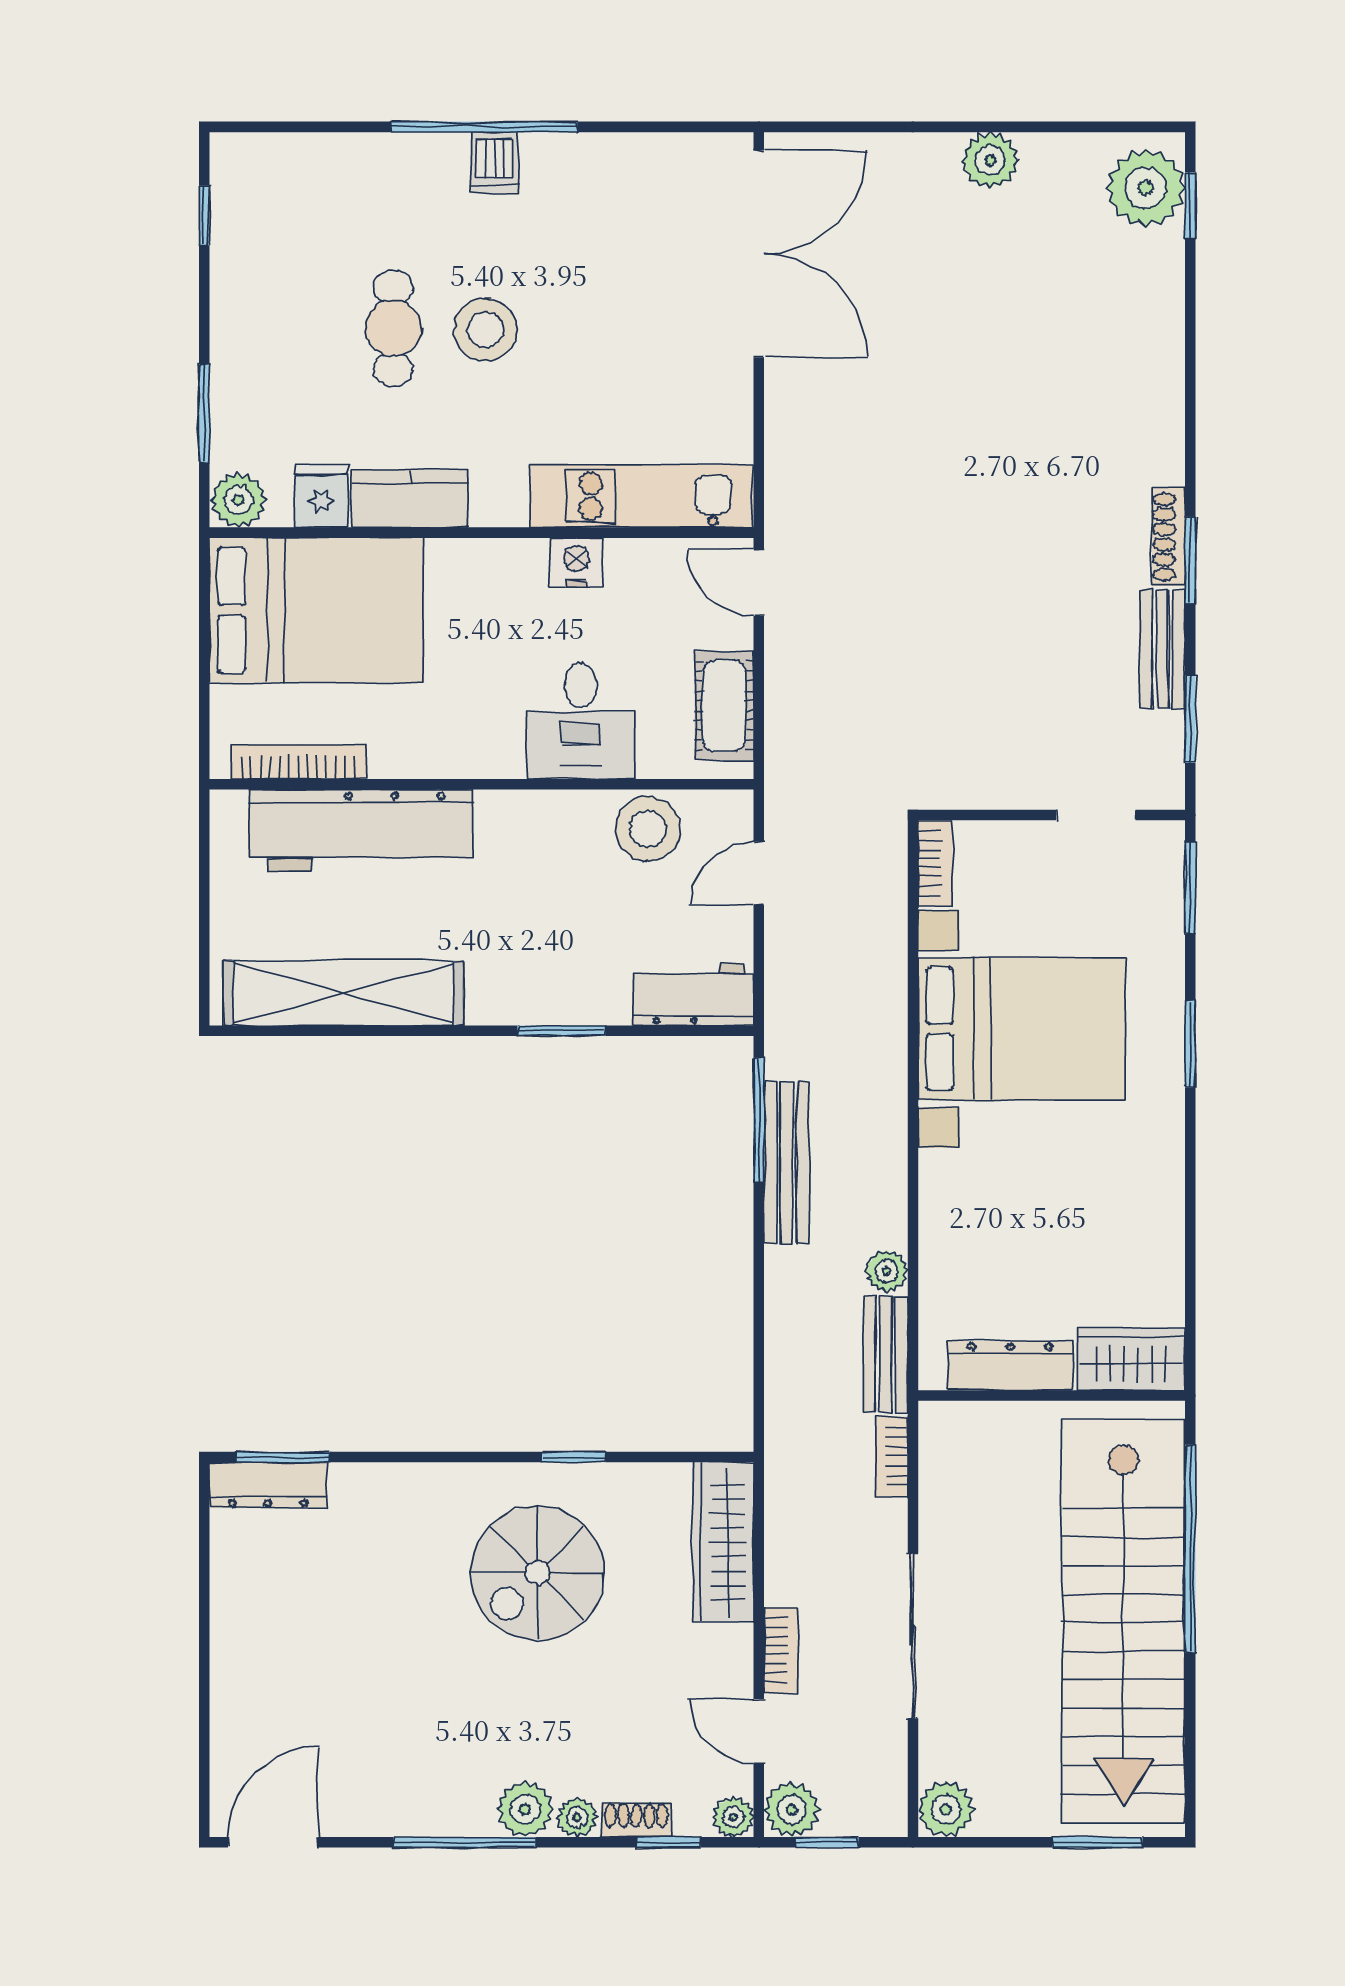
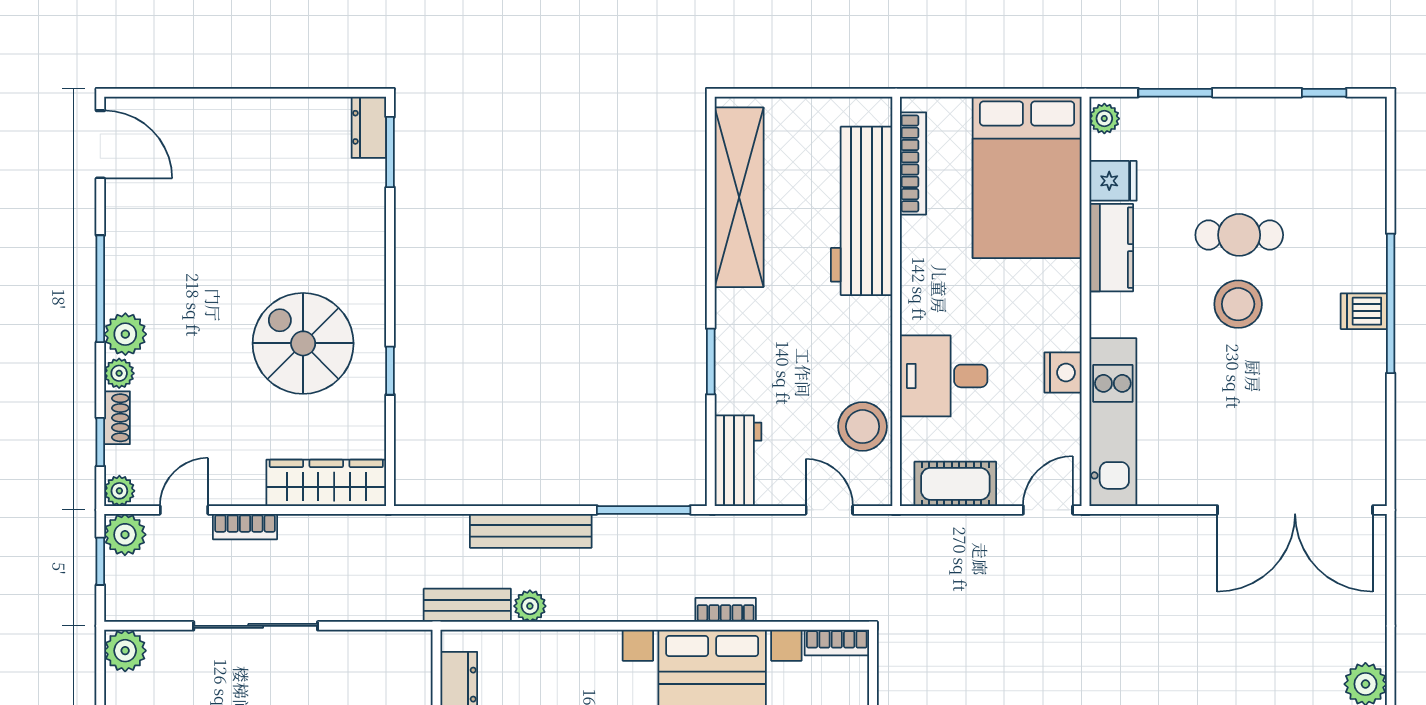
plant: (238, 500) -> (1104, 119), width x0.73, depth x0.73
bench: (787, 1163) -> (531, 531), moved
bookcase: (892, 1457) -> (726, 610), moved
dresser: (268, 1485) -> (369, 127), width x0.70

